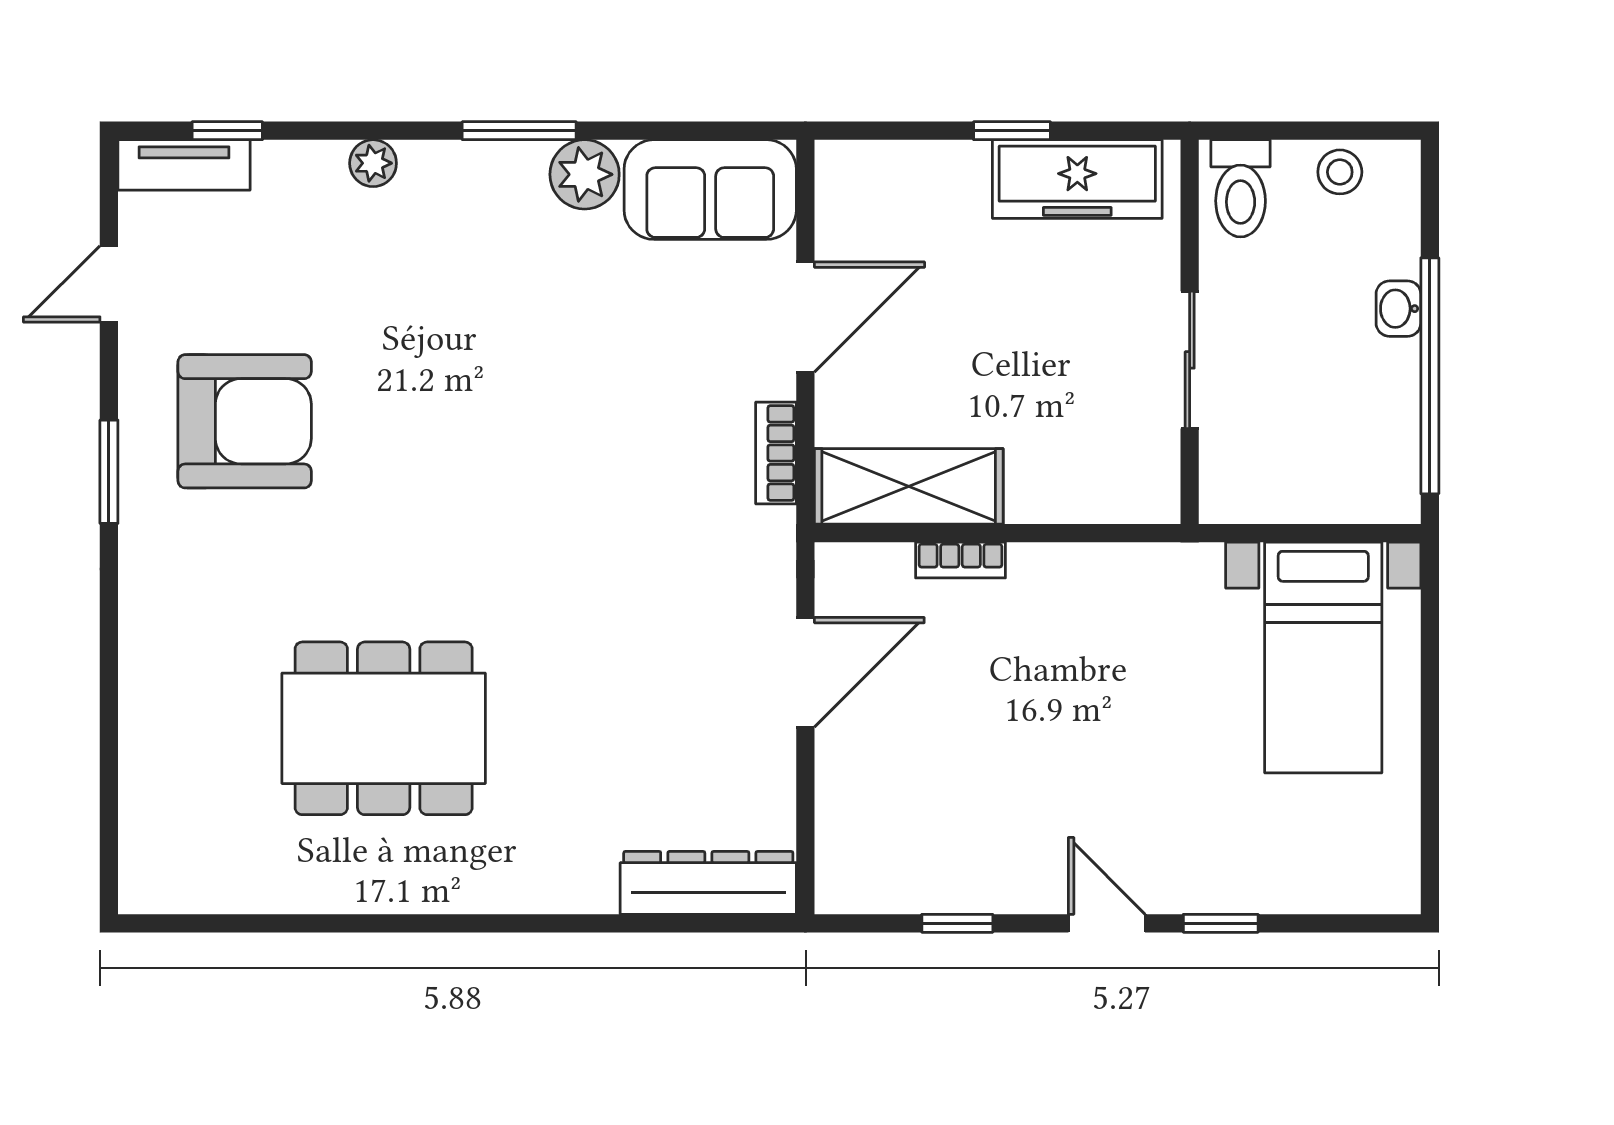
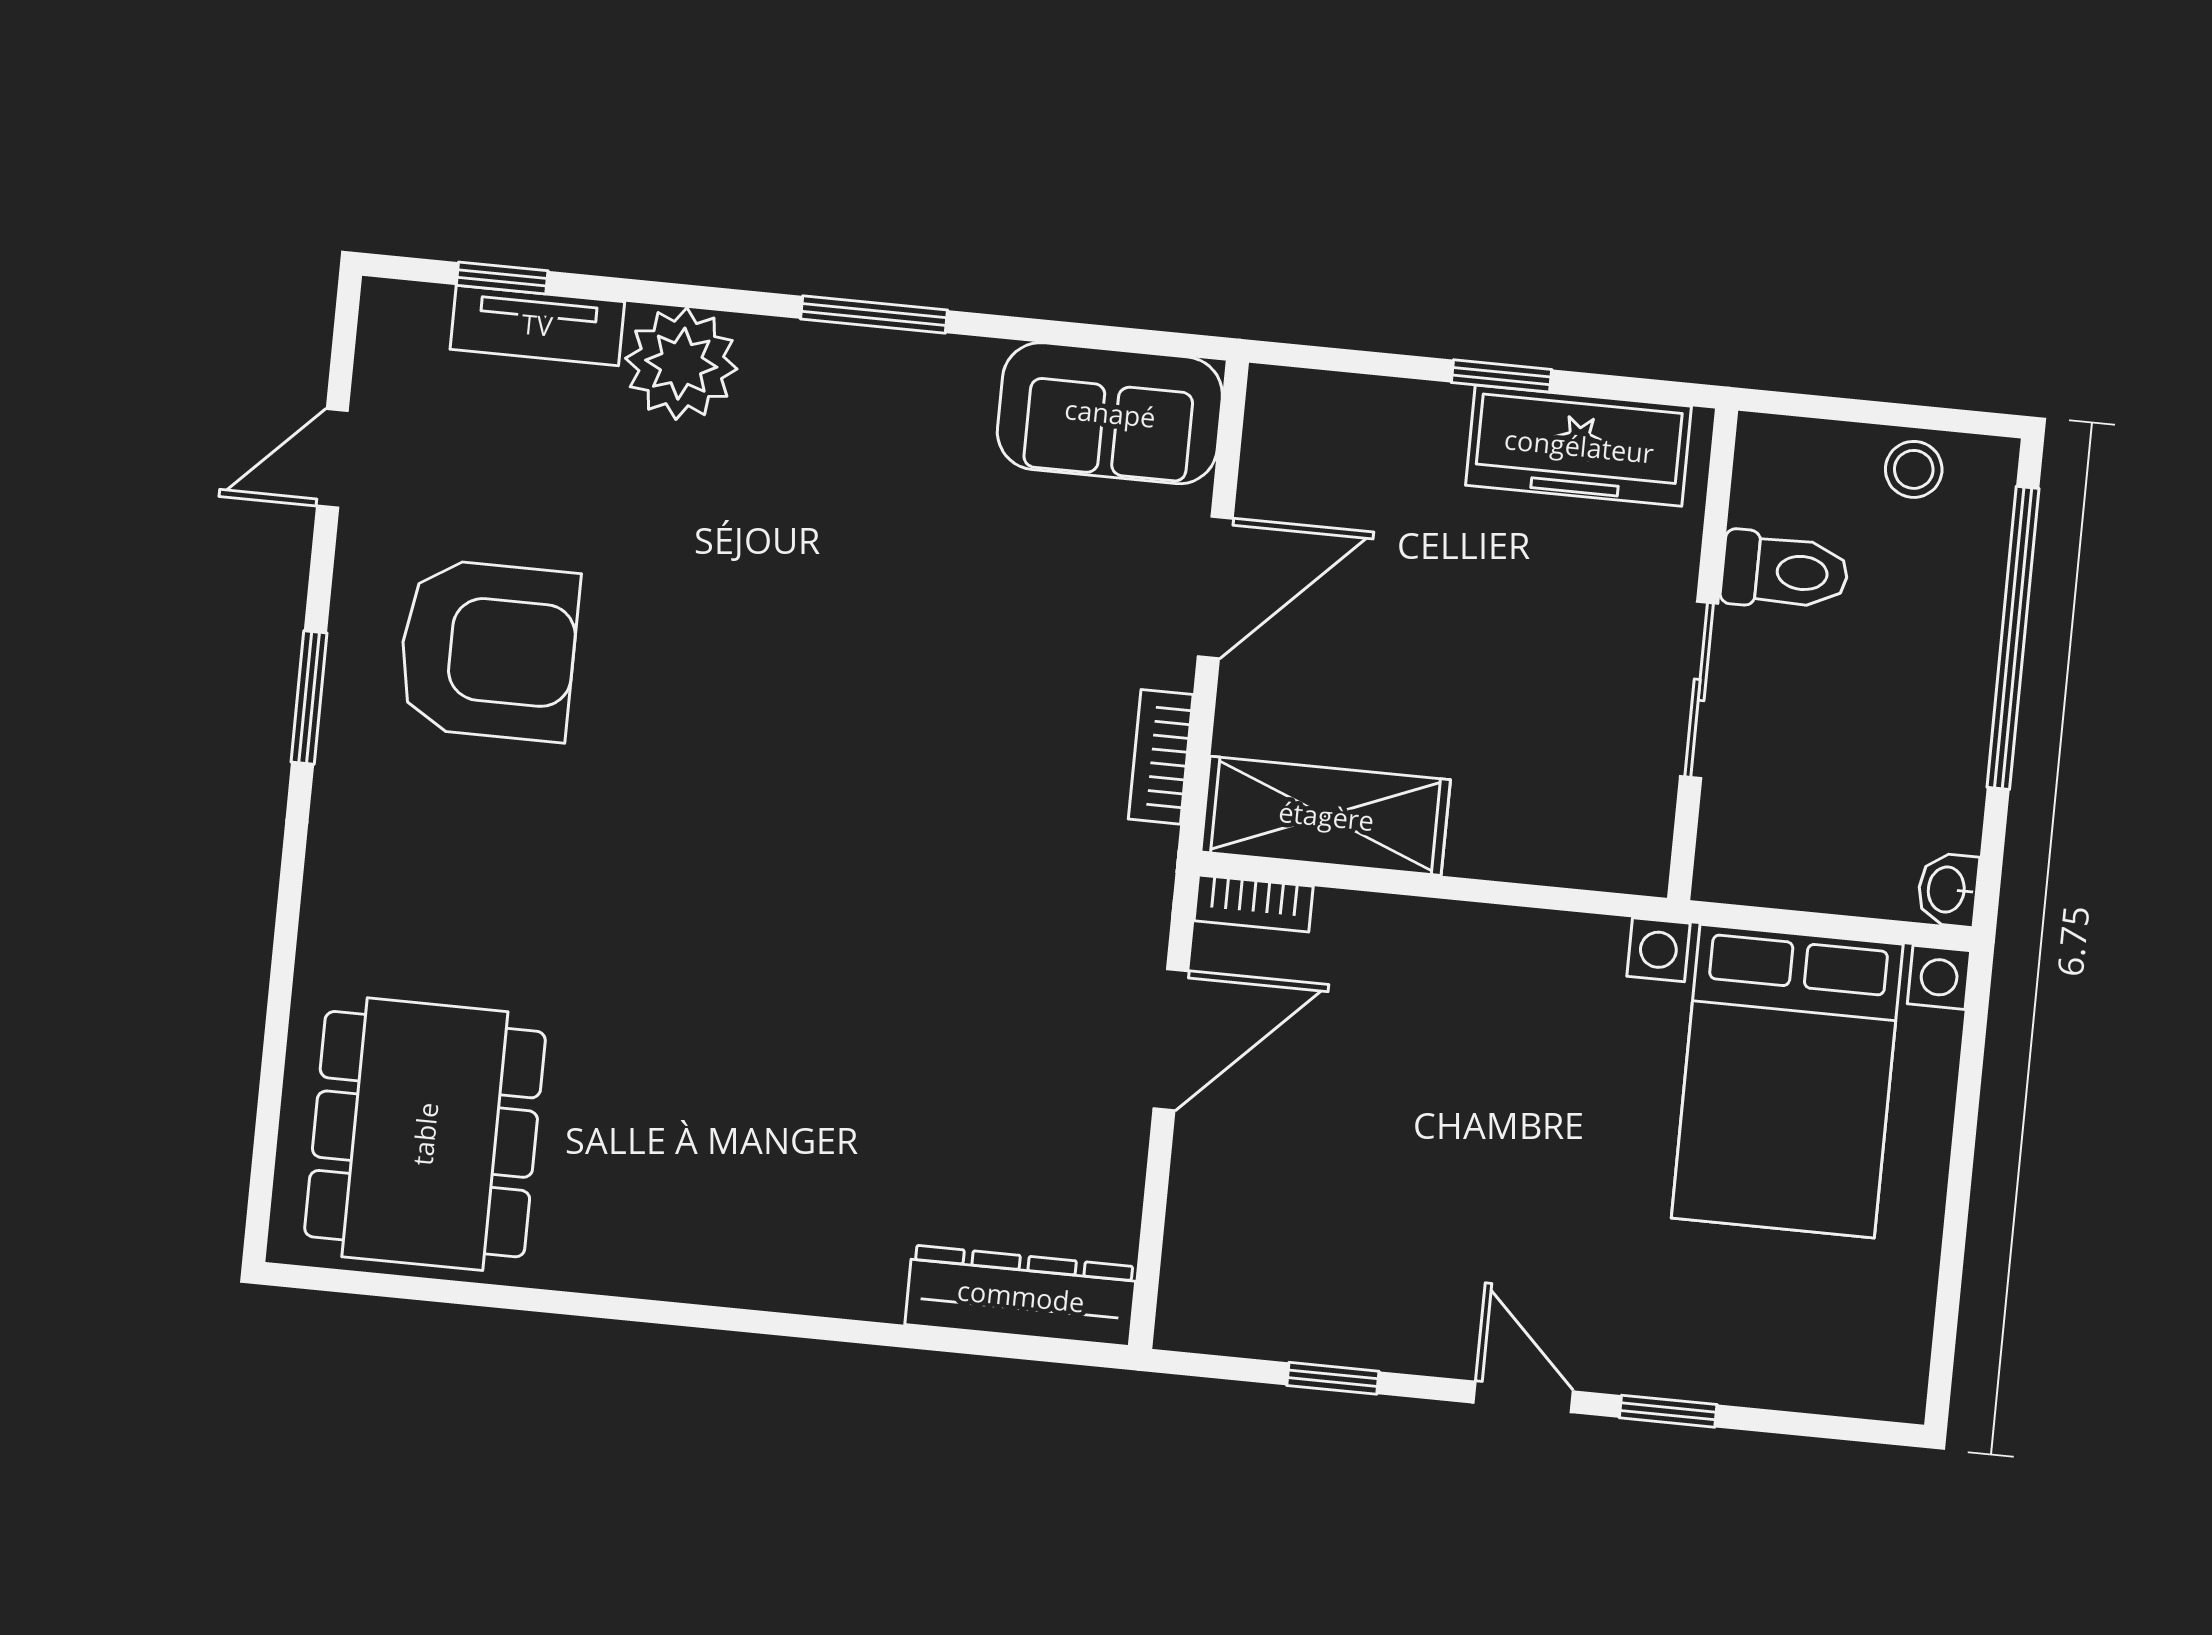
plant: (373, 163) -> (681, 364), width x1.88, depth x1.88
tv unit: (184, 165) -> (537, 325), moved
plant: (585, 174) -> (952, 378), removed
toilet: (1241, 188) -> (1785, 571), moved, turned -90
washbasin: (1398, 309) -> (1948, 890), moved
window: (1430, 376) -> (2013, 638), moved
bookcase: (961, 560) -> (1254, 904), moved
bed with nightstands: (1323, 657) -> (1787, 1081), width x1.36
dining table: (384, 728) -> (425, 1134), moved, turned 90

